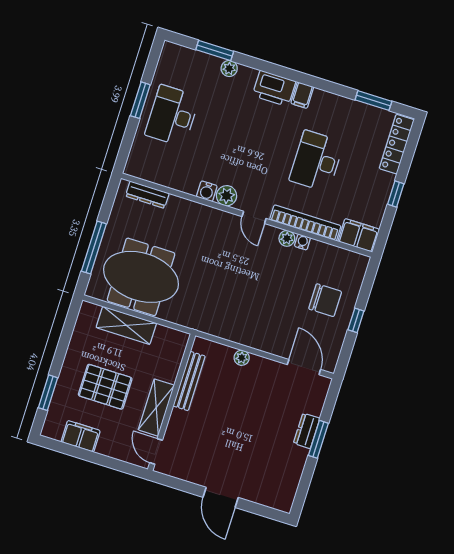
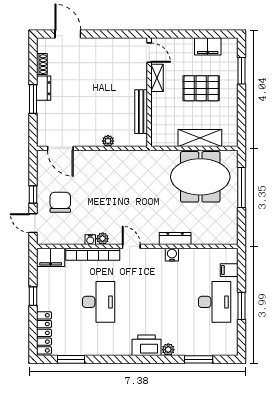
plant: (229, 69) -> (168, 350), moved
filing cabinet: (302, 95) -> (229, 270), moved, turned -90
dresser: (147, 195) -> (175, 238), moved
plant: (227, 196) -> (156, 256), removed
door: (367, 285) -> (33, 223), added
chair: (325, 300) -> (60, 202), turned 90
shelving: (156, 408) -> (157, 78), width x0.67, depth x0.75
dresser: (307, 431) -> (44, 88), moved
shoe rack: (294, 479) -> (42, 64), added
door: (221, 497) -> (68, 34), moved

